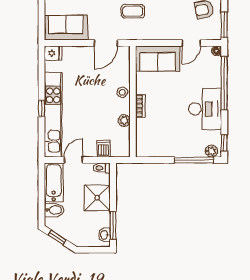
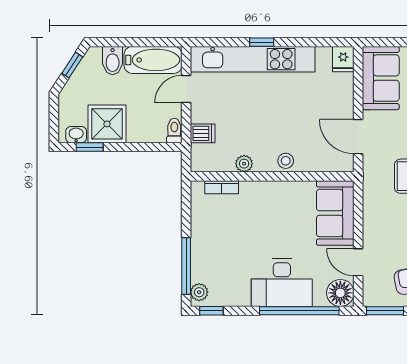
floor lamp: (216, 51) -> (340, 293), width x1.89, depth x1.89
bookcase: (140, 106) -> (222, 187), moved
desk: (205, 109) -> (282, 283), moved
door: (73, 160) -> (186, 89), swing flipped
shower: (97, 198) -> (107, 124), moved
window: (113, 226) -> (90, 147), width x0.67

